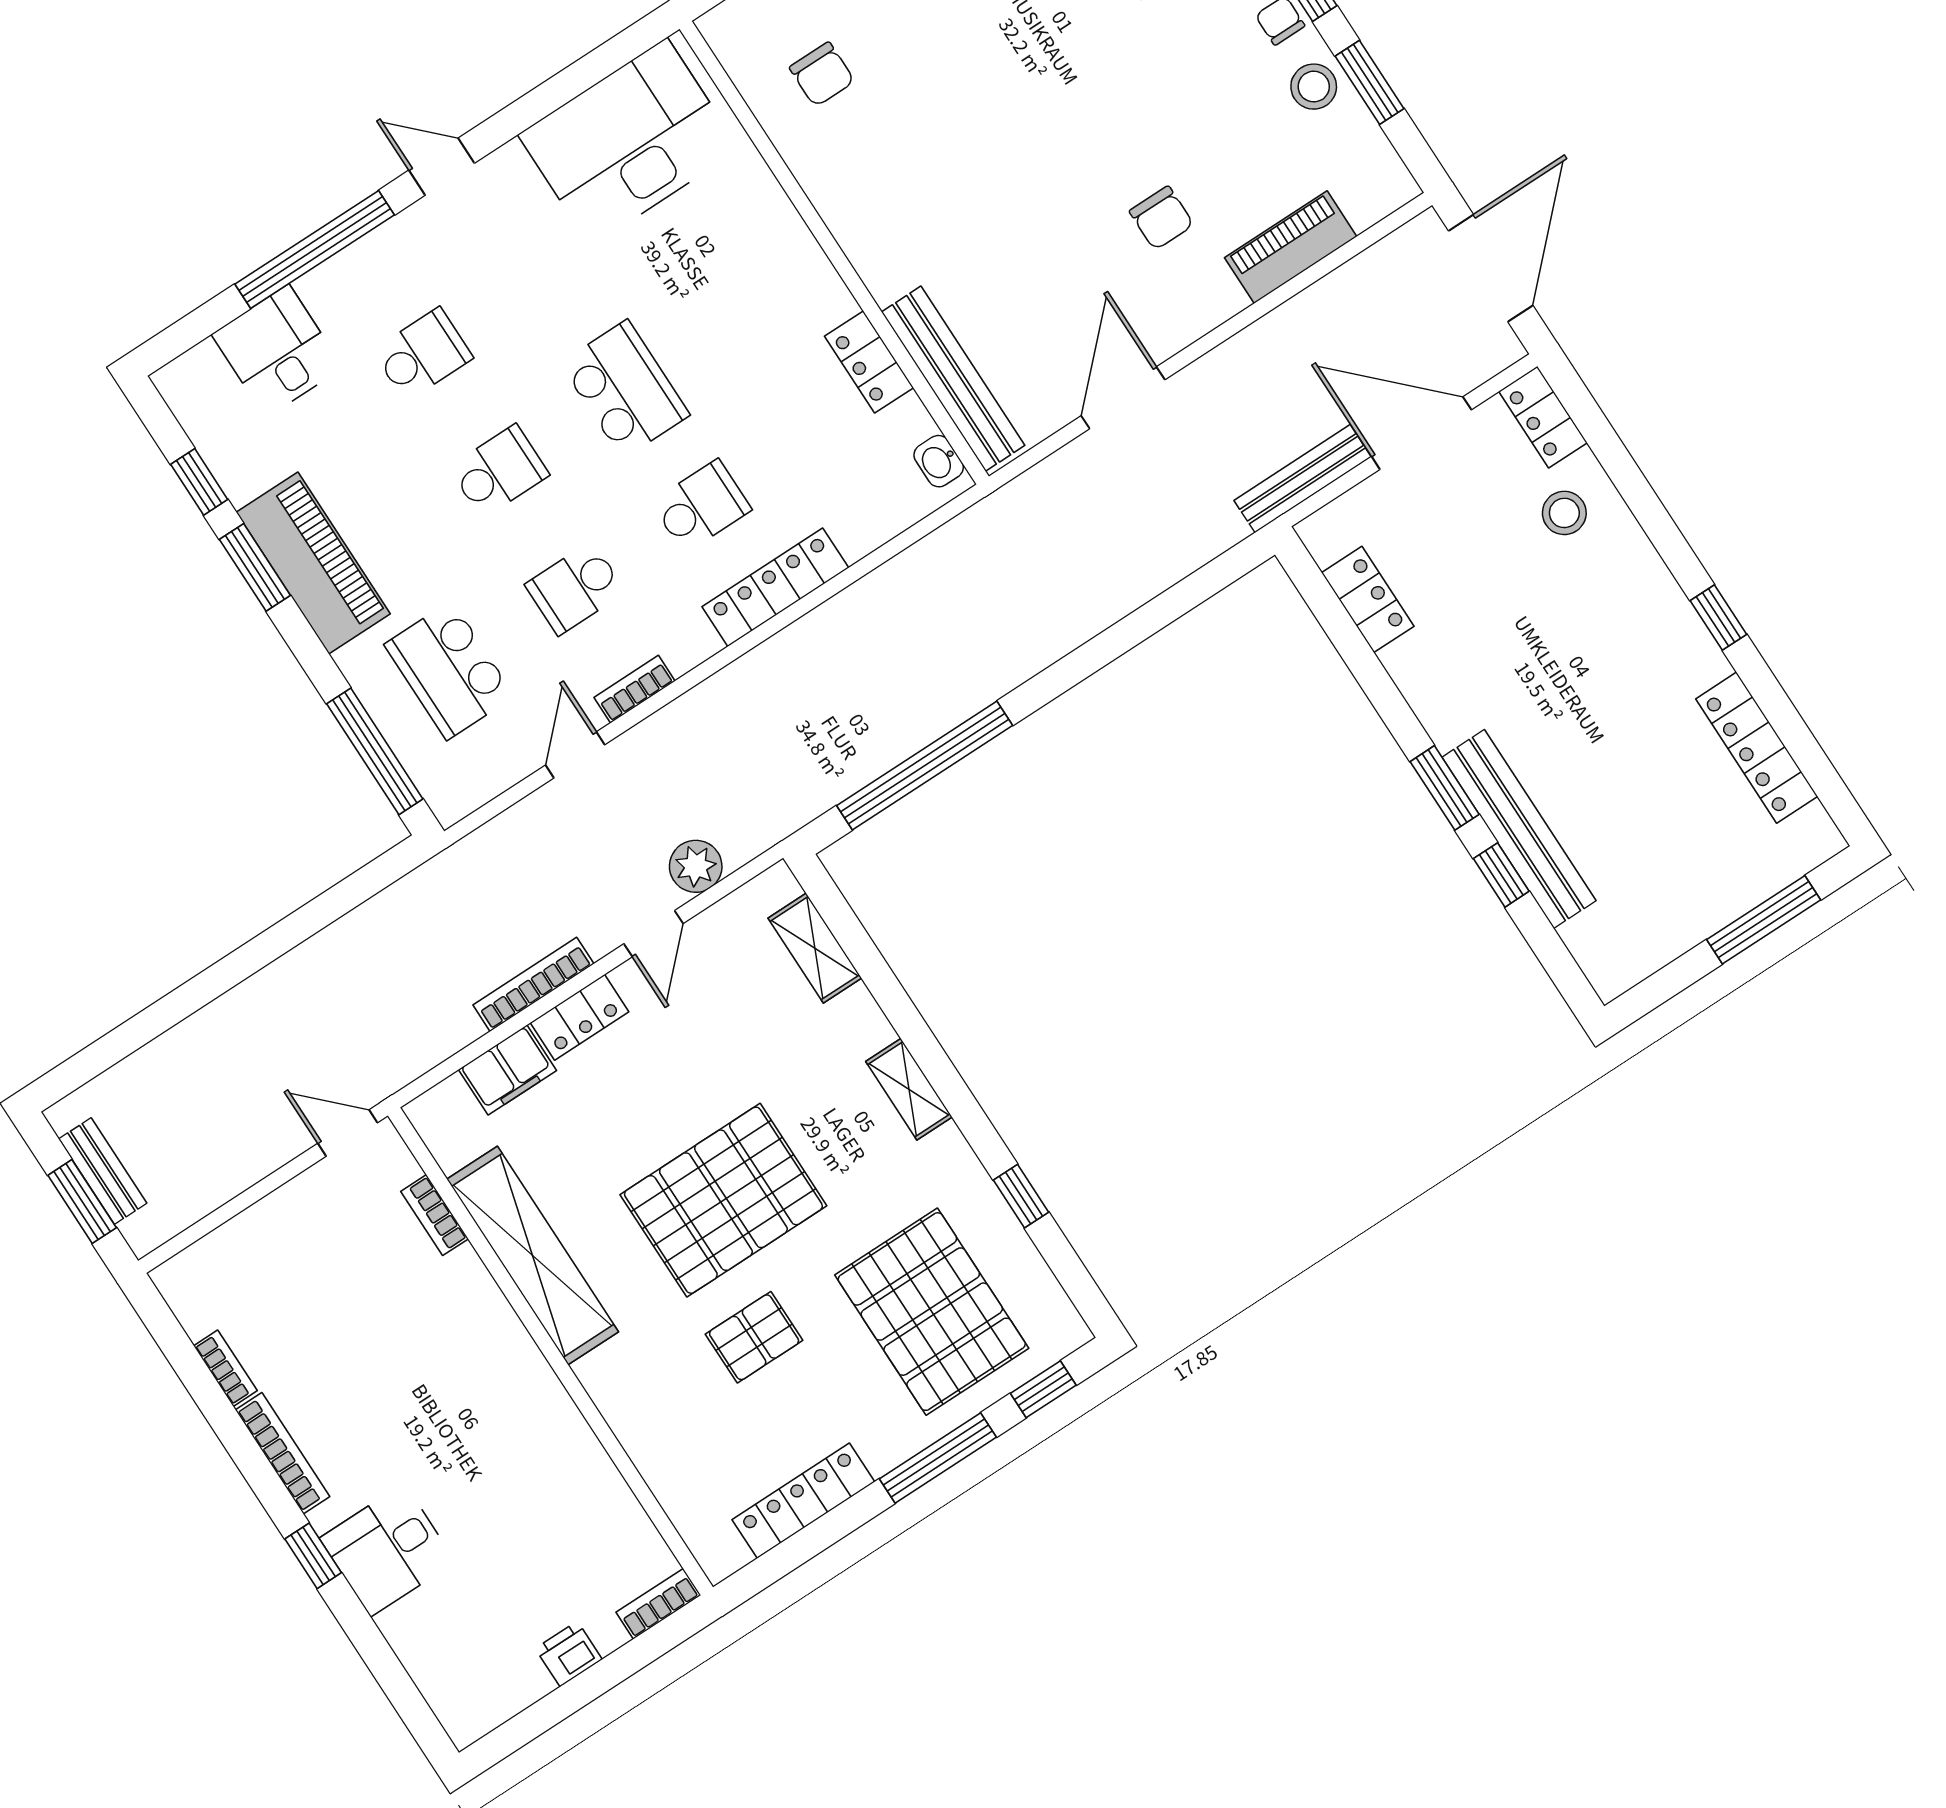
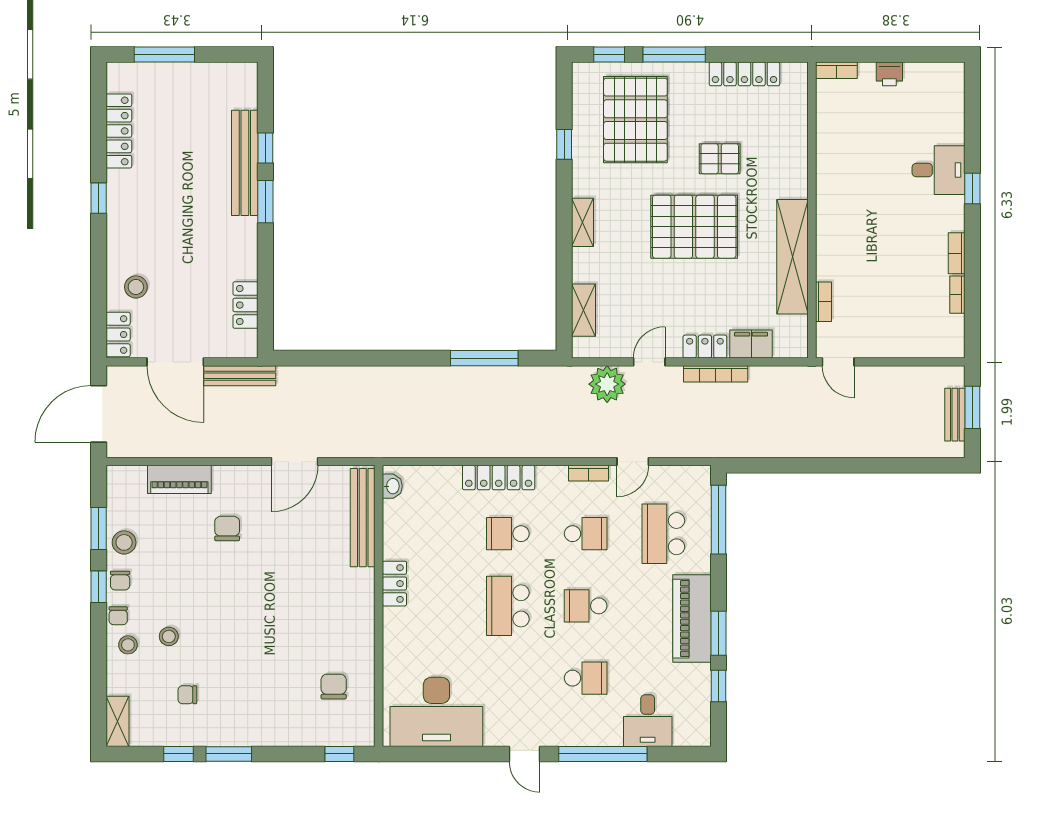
school desk: (423, 354) -> (586, 678), turned 180
locker: (869, 362) -> (394, 584), moved
school desk: (449, 670) -> (663, 534), turned 180
window: (925, 766) -> (484, 358), width x0.68
plant: (696, 866) -> (607, 384), width x1.36, depth x1.36
bookcase: (282, 1453) -> (957, 253), width x0.64

